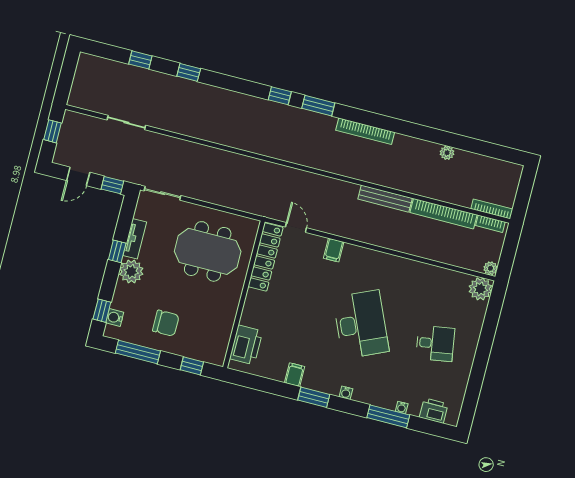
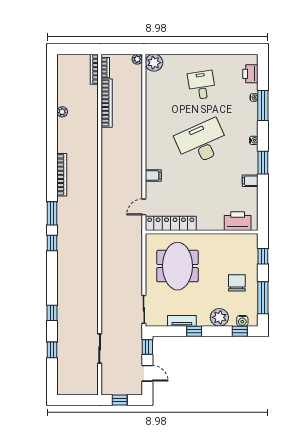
bench: (385, 199) -> (107, 148), removed
plant: (131, 271) -> (219, 317), moved

